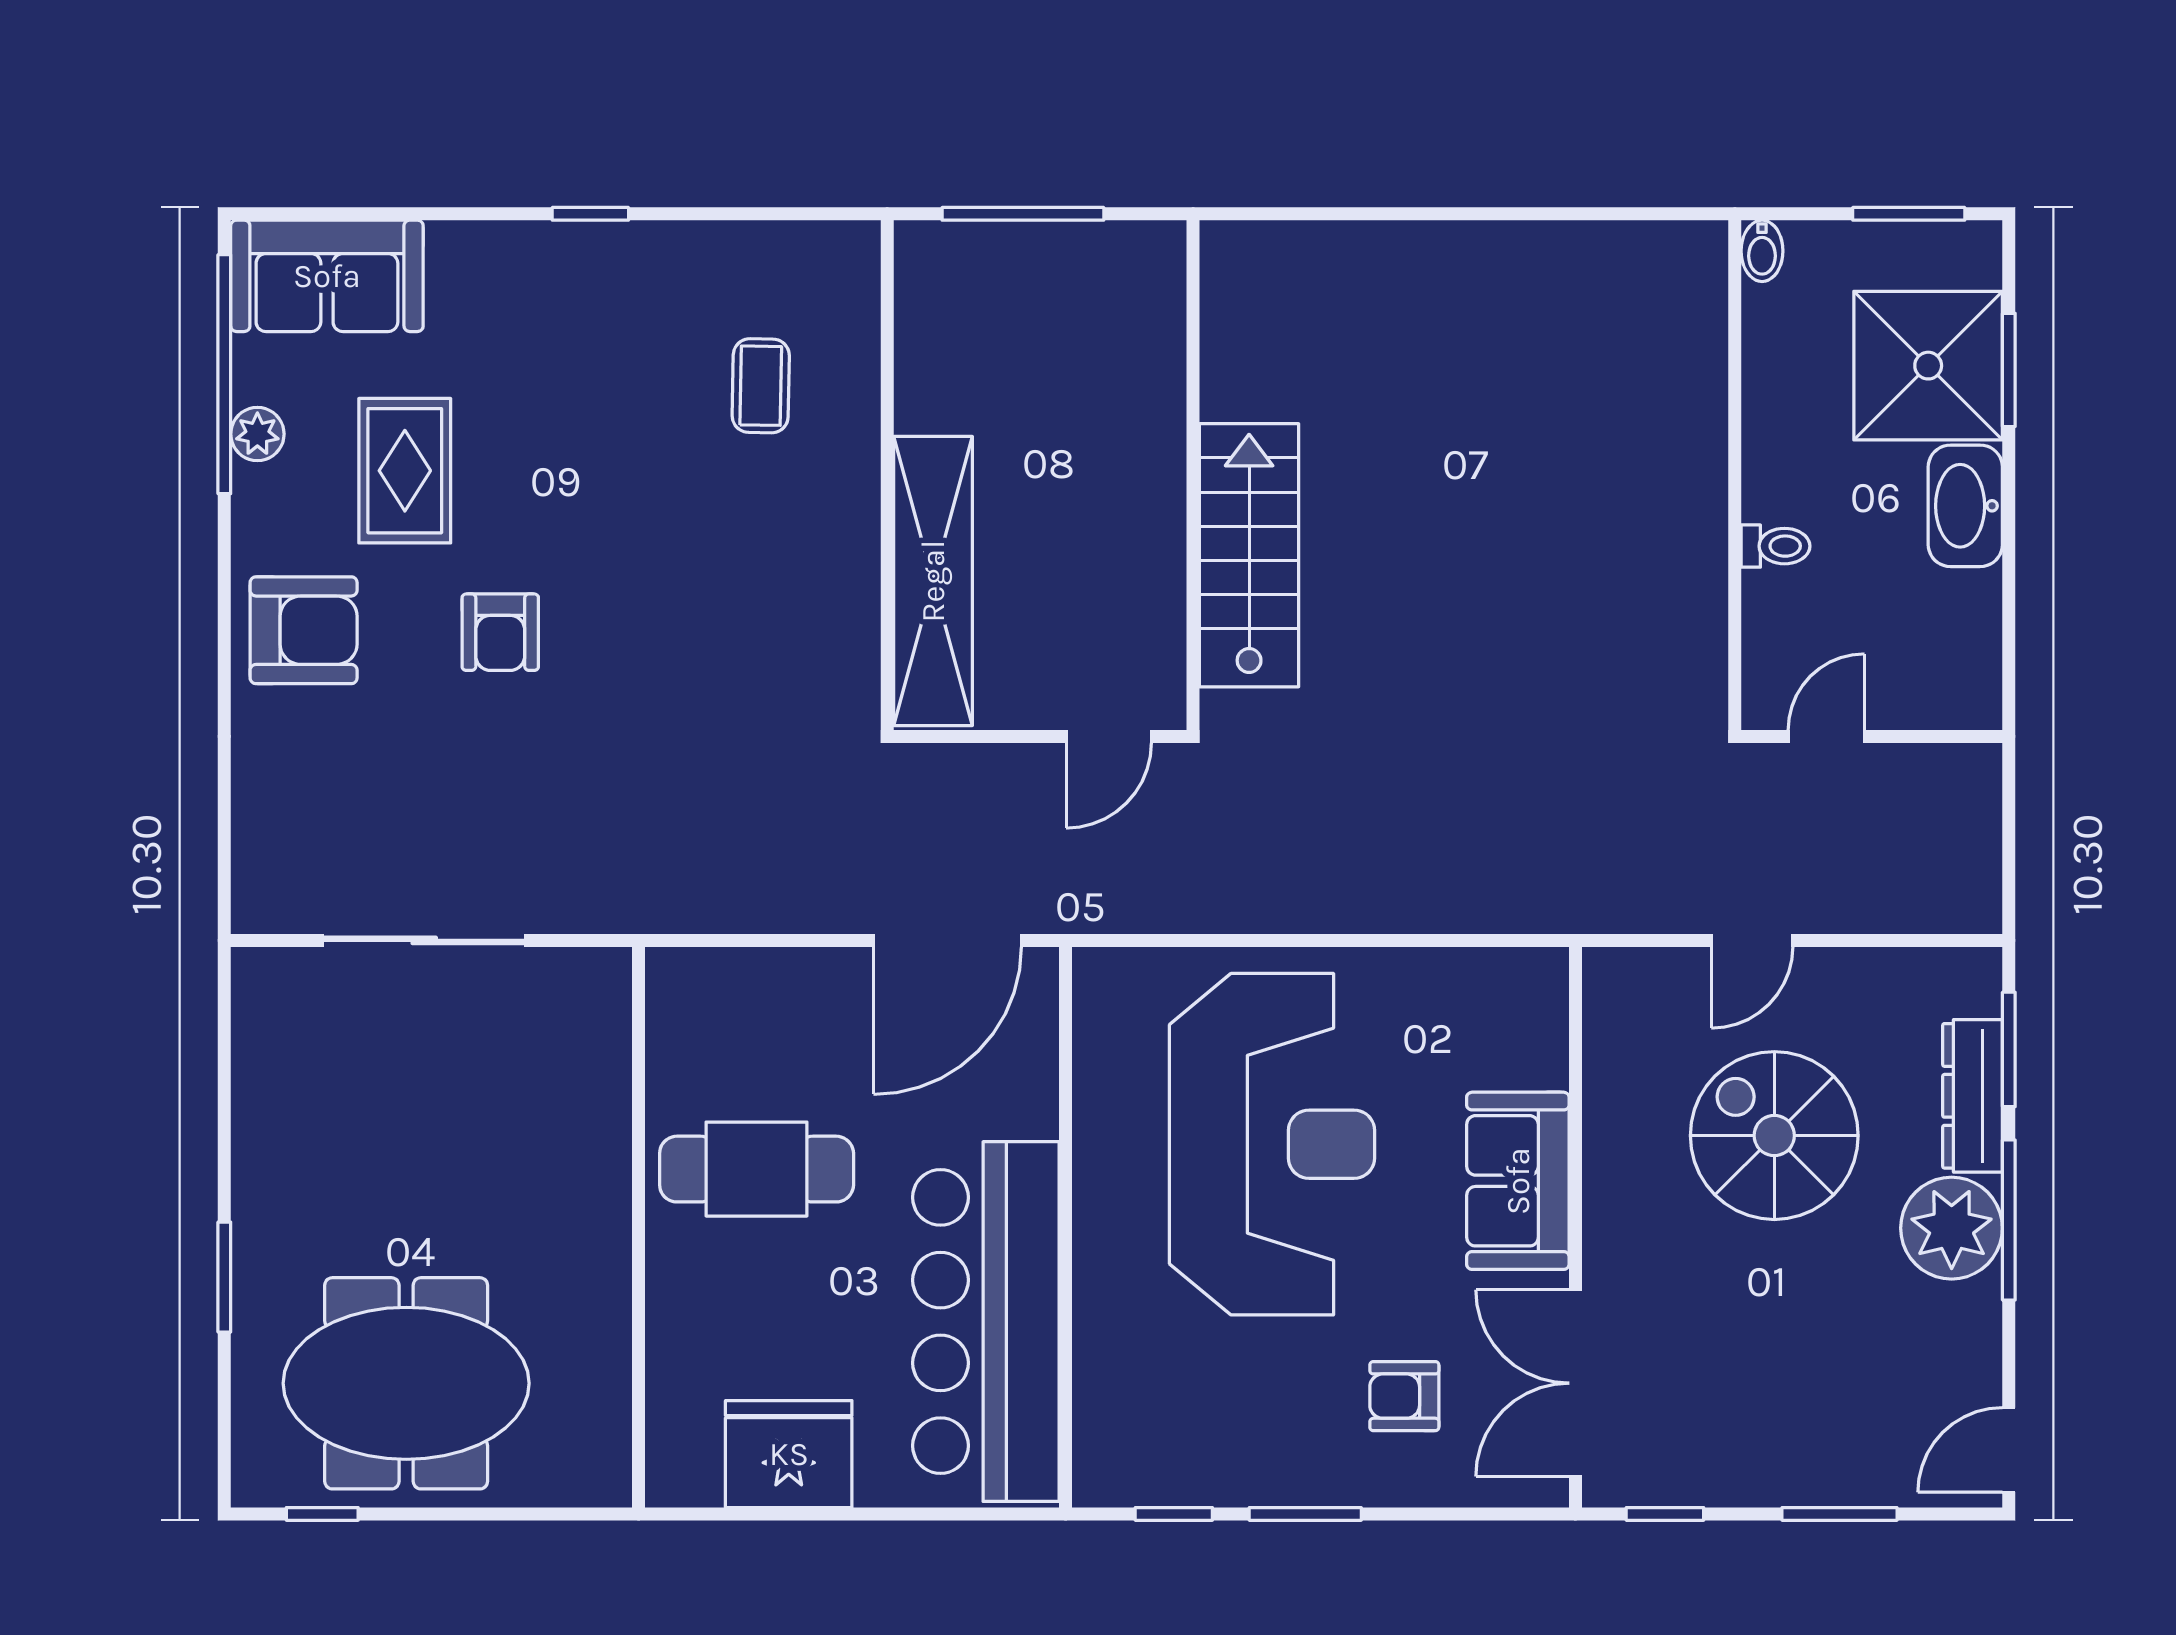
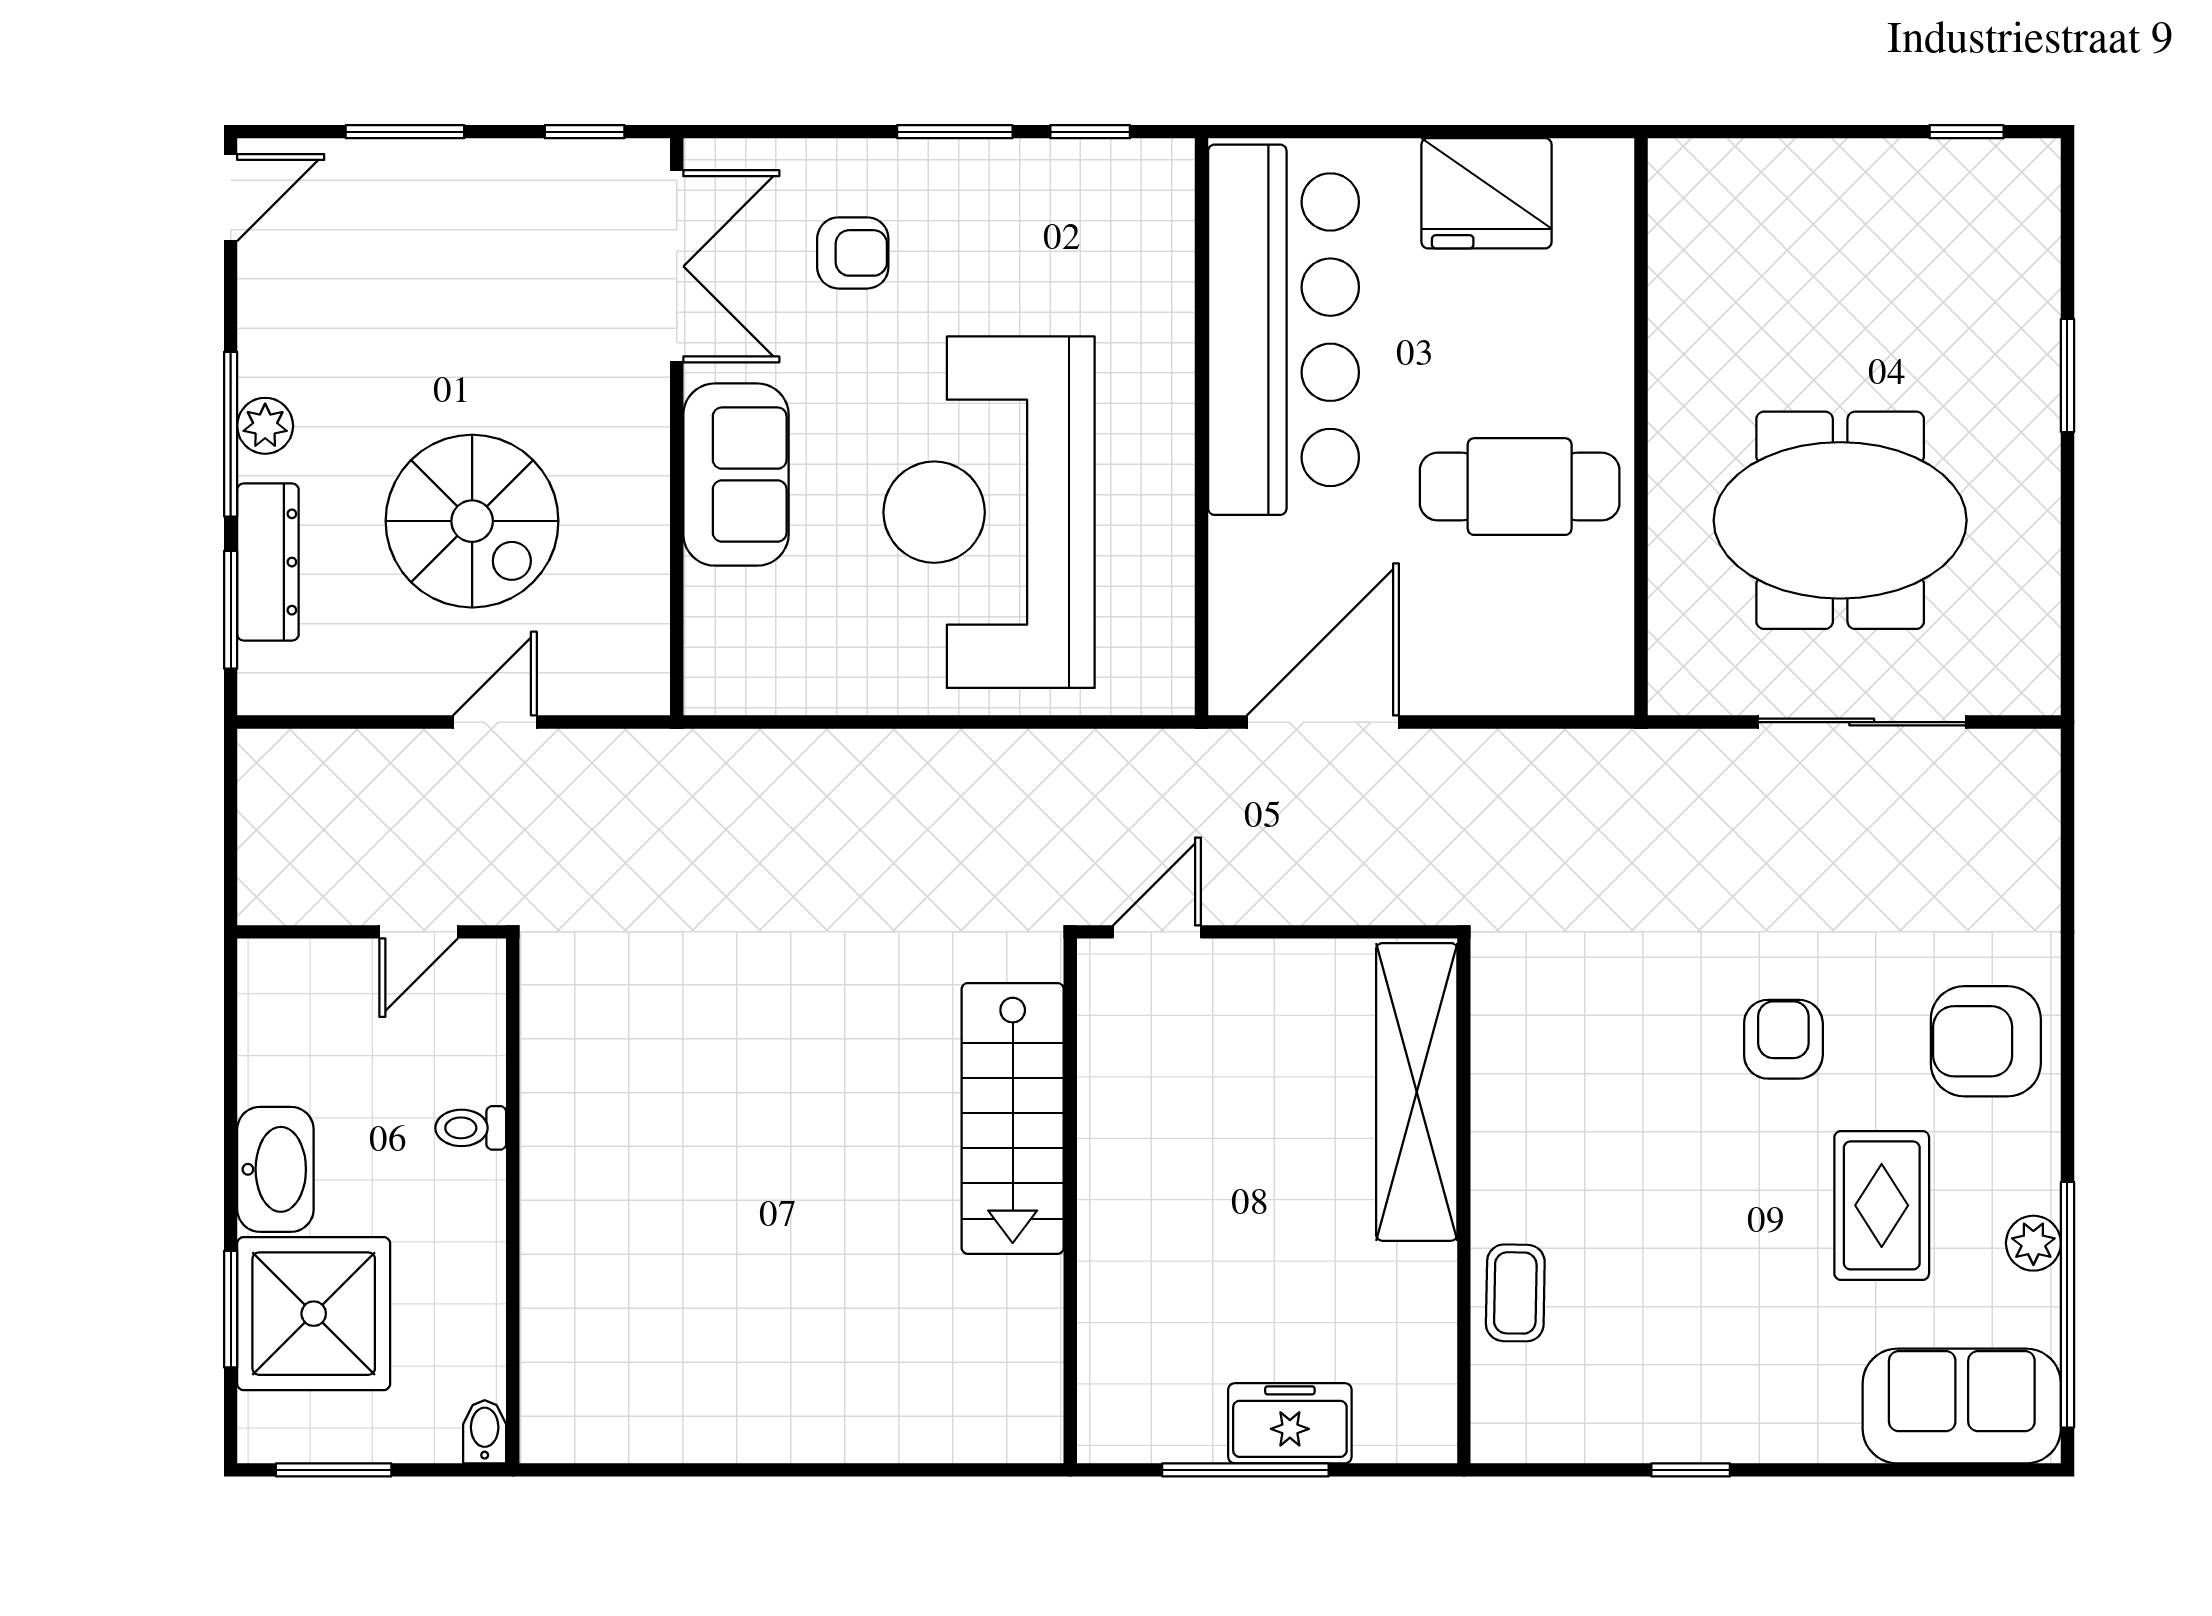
freezer: (980, 259) -> (1290, 1423), added
wall: (887, 475) -> (1464, 1201), moved
shelving: (933, 581) -> (1417, 1092), moved
plant: (1952, 1228) -> (265, 426), width x0.53, depth x0.53
meeting table: (406, 1383) -> (1840, 520), moved

